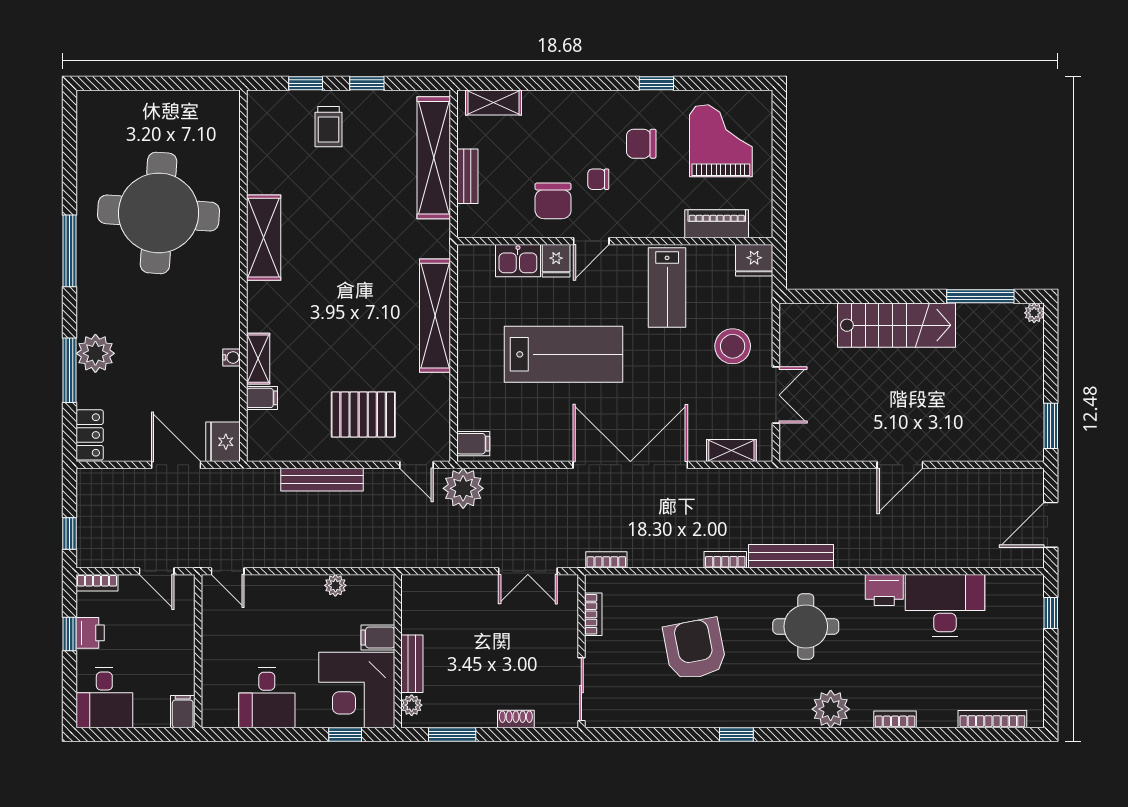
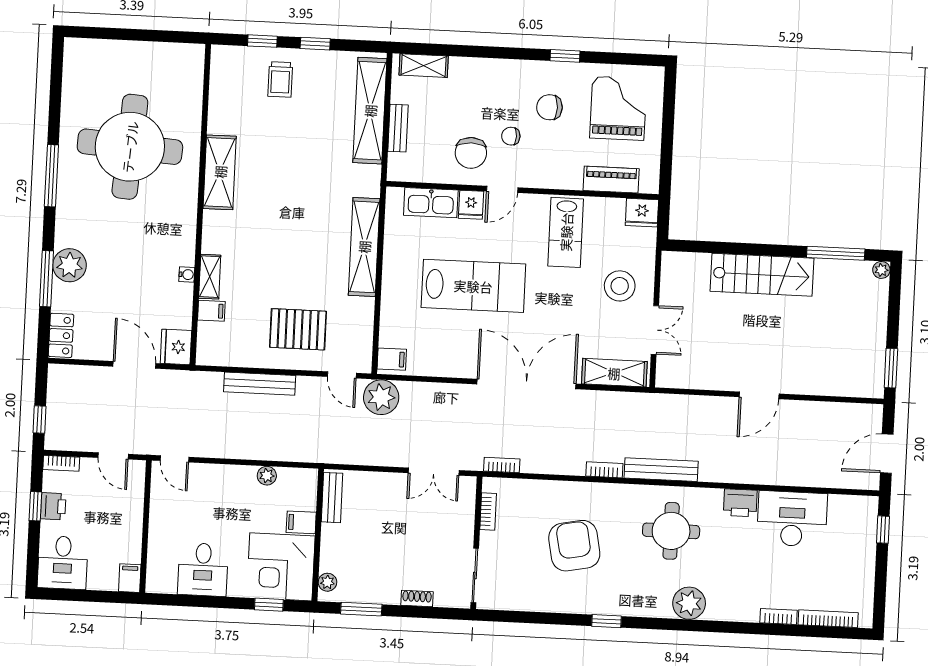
kitchen sink: (518, 261) -> (431, 203), width x1.38
shelving: (731, 450) -> (614, 373), width x1.50, depth x1.33
bench: (412, 664) -> (332, 498), moved
bookcase: (895, 719) -> (778, 617), moved

